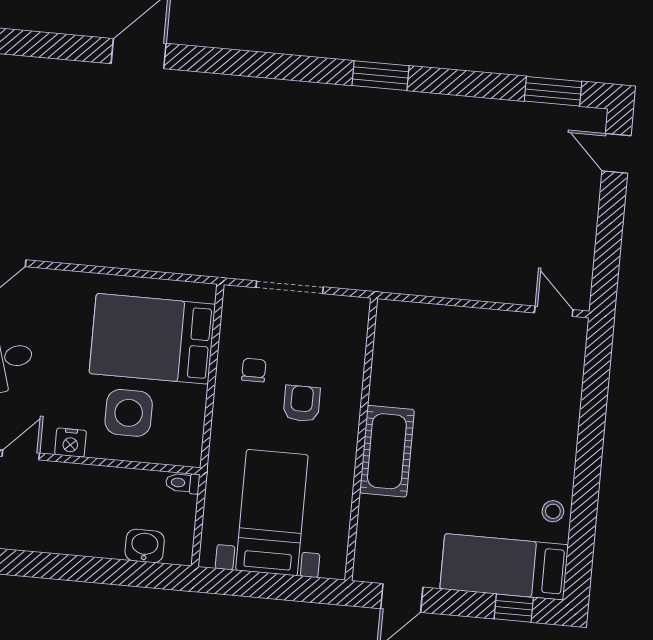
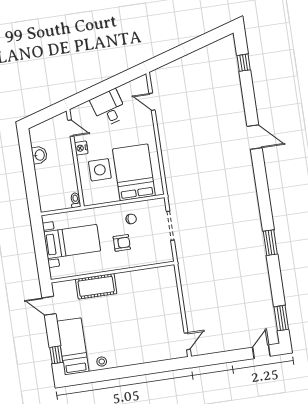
cot: (387, 451) -> (96, 286), moved
washbasin: (145, 546) -> (39, 155), moved

